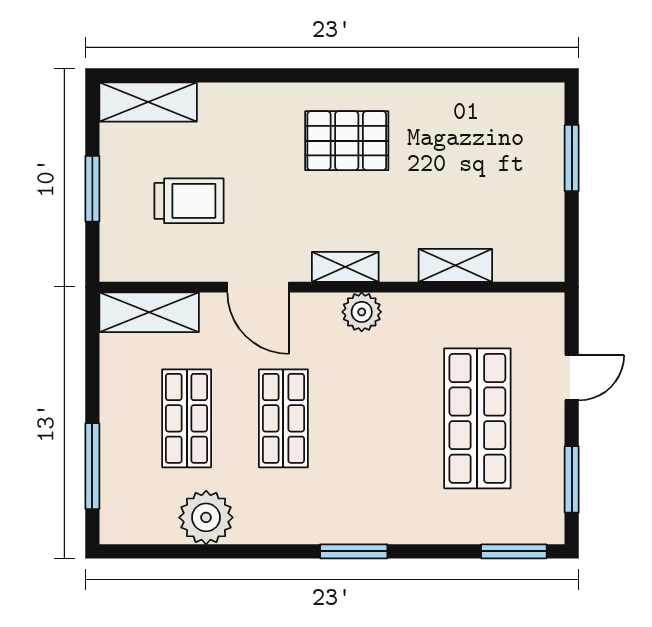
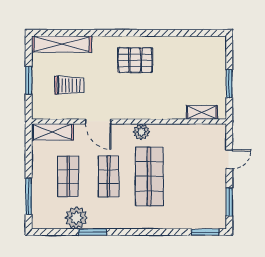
shelving: (148, 102) -> (62, 44), width x1.47
window: (572, 158) -> (229, 84), moved
shelving: (455, 265) -> (202, 112), moved
shelving: (345, 267) -> (135, 113), removed
shop shelf: (477, 418) -> (149, 176), moved
window: (354, 551) -> (93, 232), moved

